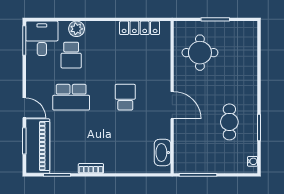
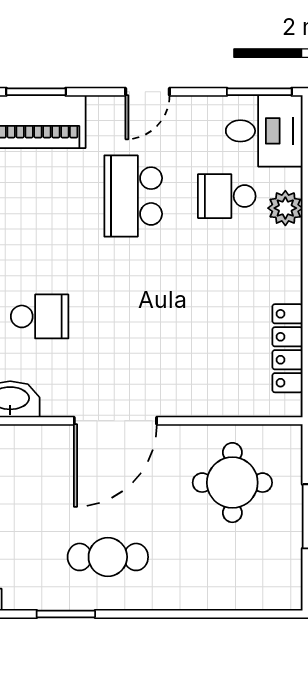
school desk: (125, 97) -> (40, 316), moved
door: (172, 105) -> (115, 421), width x1.36
door: (24, 108) -> (148, 92), moved
cafe table: (229, 122) -> (108, 557), moved

